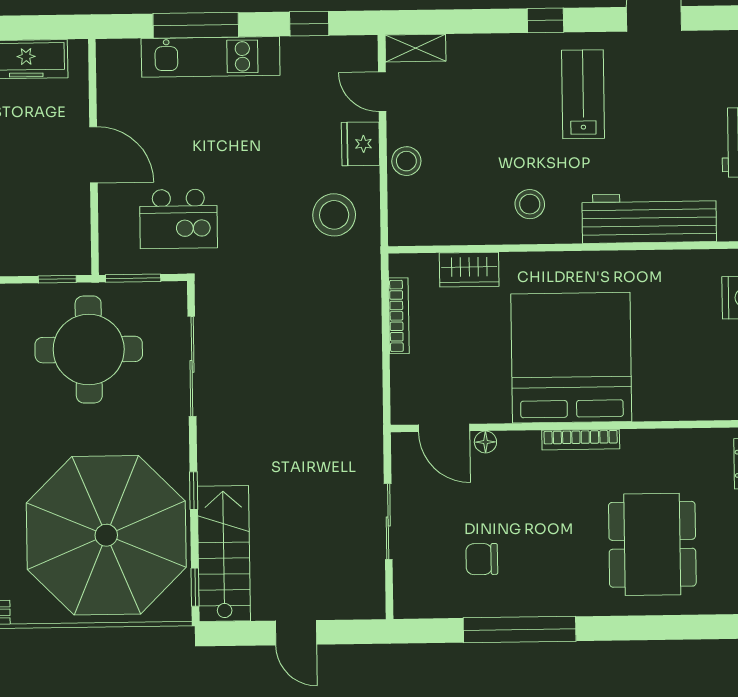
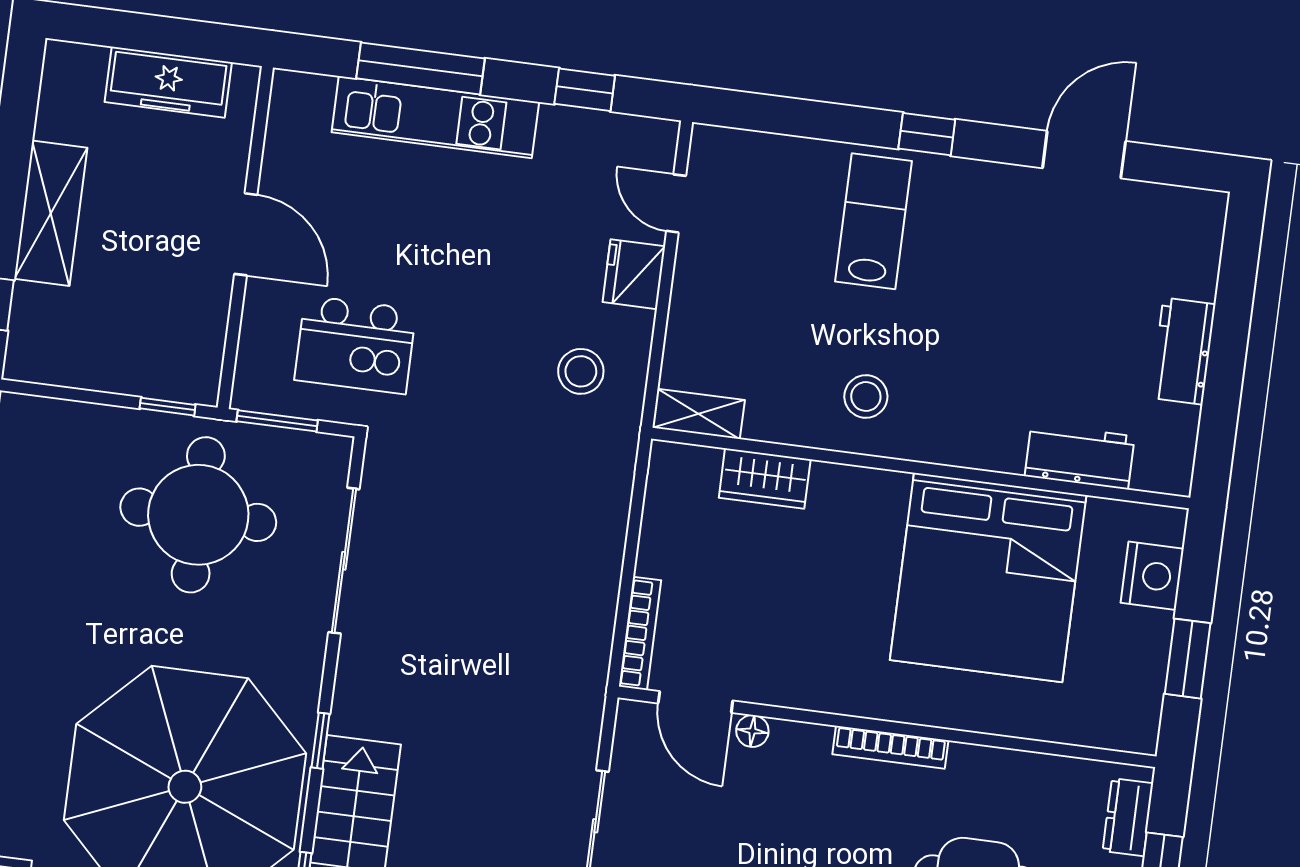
shelving: (415, 48) -> (699, 414), moved
lab bench: (583, 94) -> (873, 221), moved
stool: (406, 161) -> (697, 309), removed
stool: (334, 215) -> (581, 371), width x0.73, depth x0.73
workbench: (649, 218) -> (1080, 456), width x0.53, depth x0.76
bookcase: (399, 316) -> (640, 633), moved
bed: (571, 358) -> (988, 578), moved, turned 180

